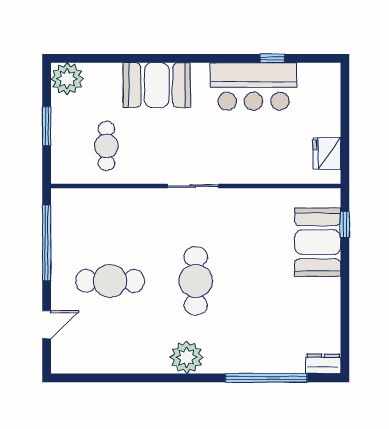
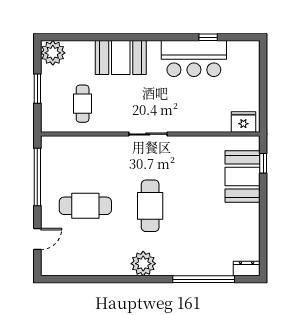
fridge: (327, 153) -> (243, 122), moved, turned 90

